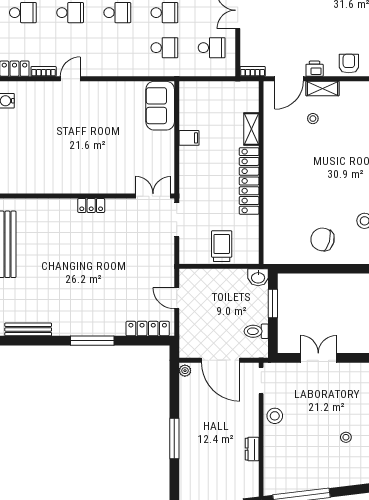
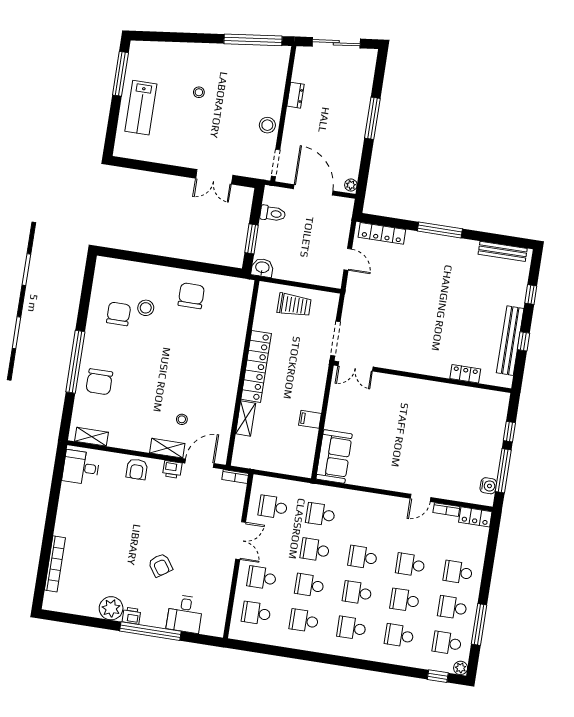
locker: (91, 205) -> (465, 374), moved
chair: (322, 239) -> (191, 296), turned -106
trolley: (222, 246) -> (294, 305), turned -90

